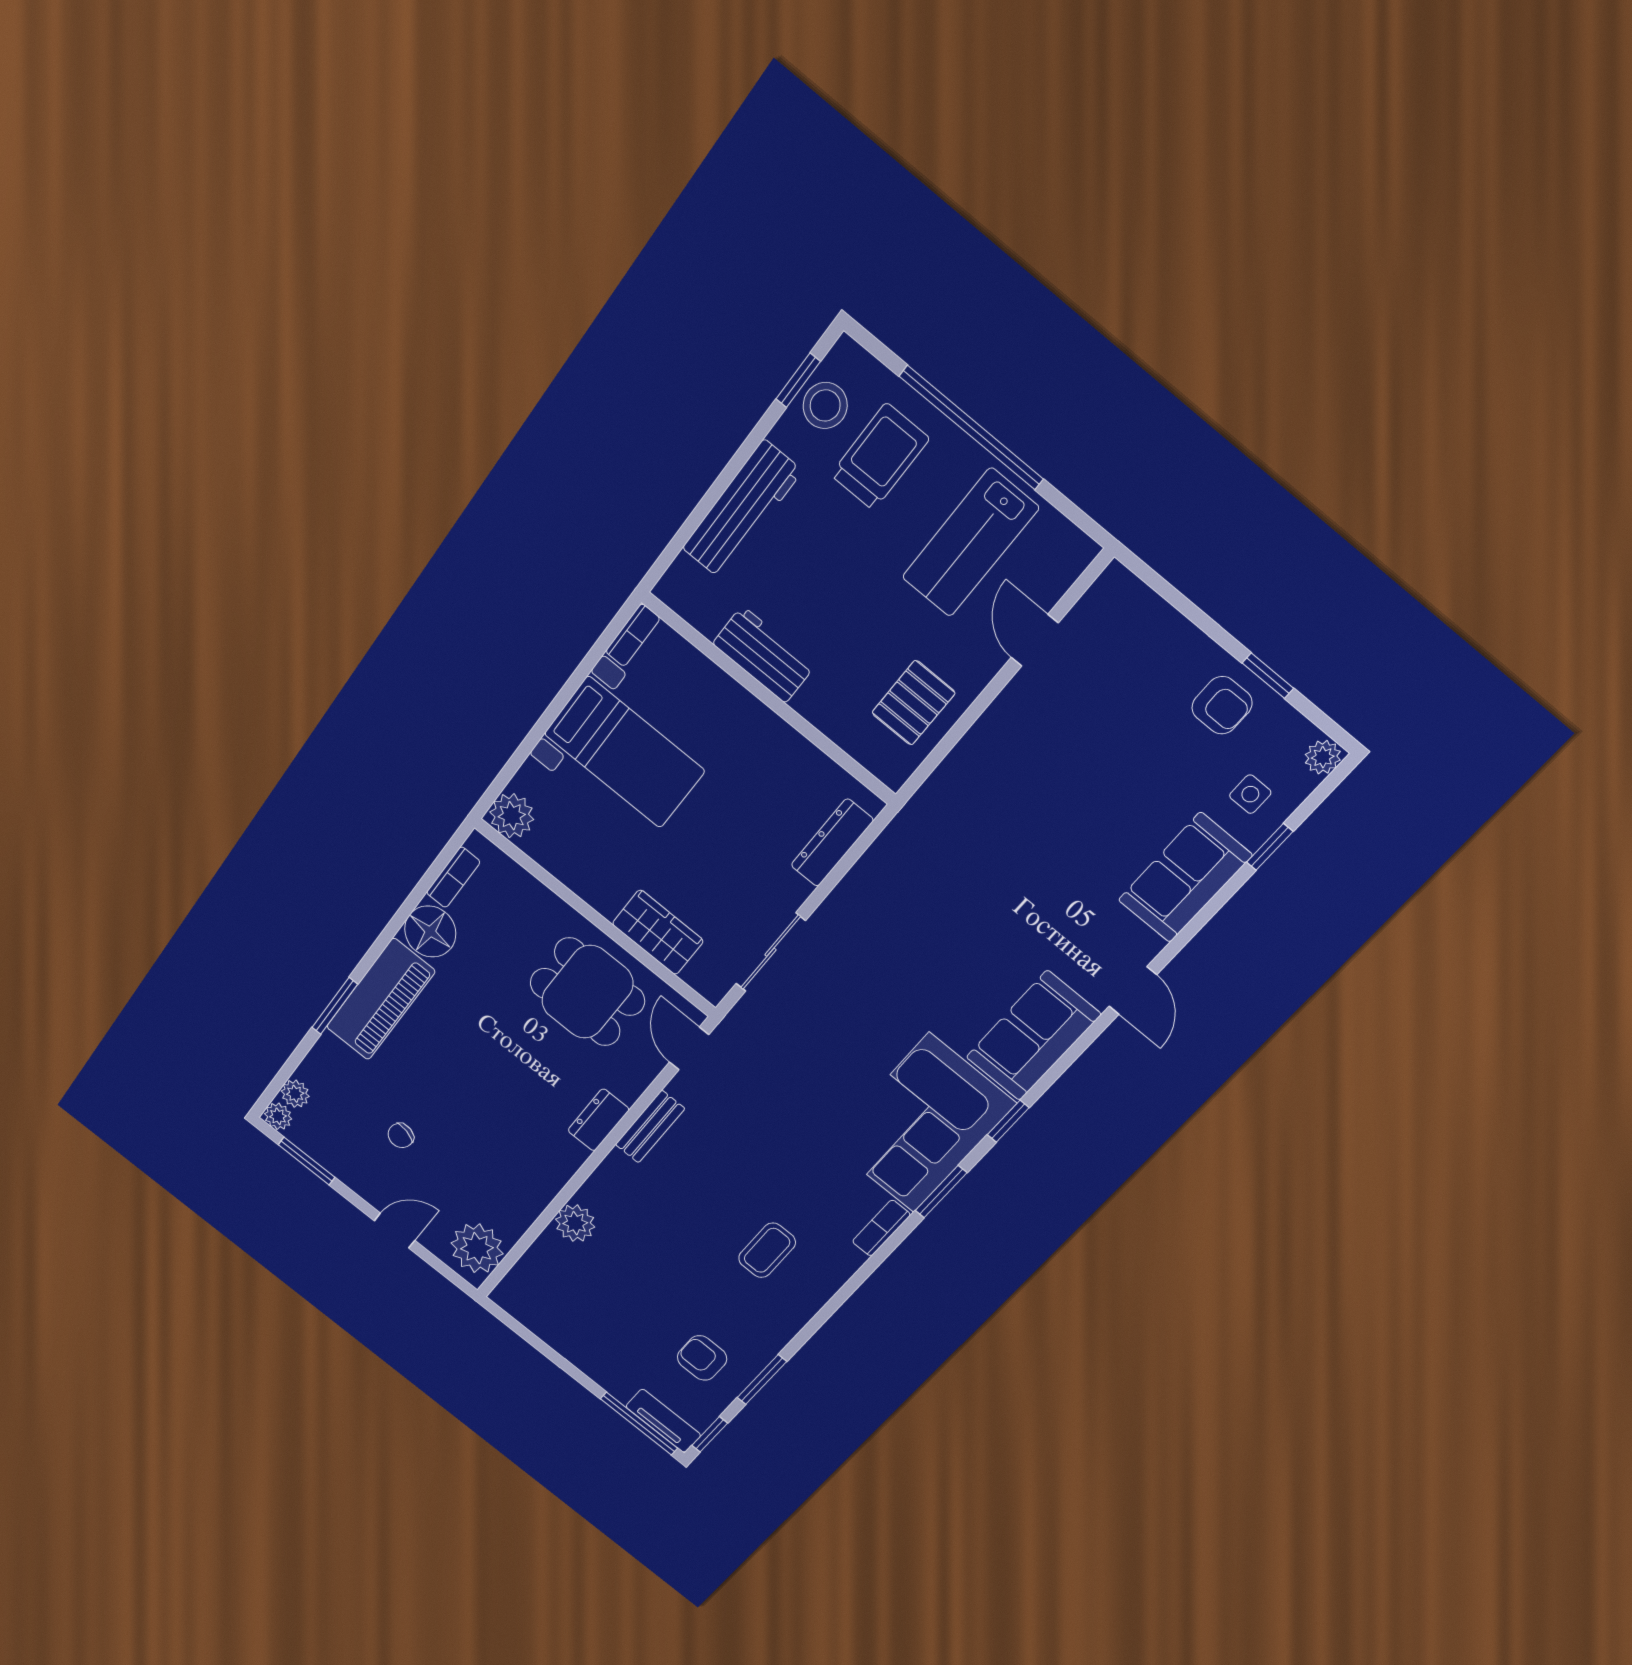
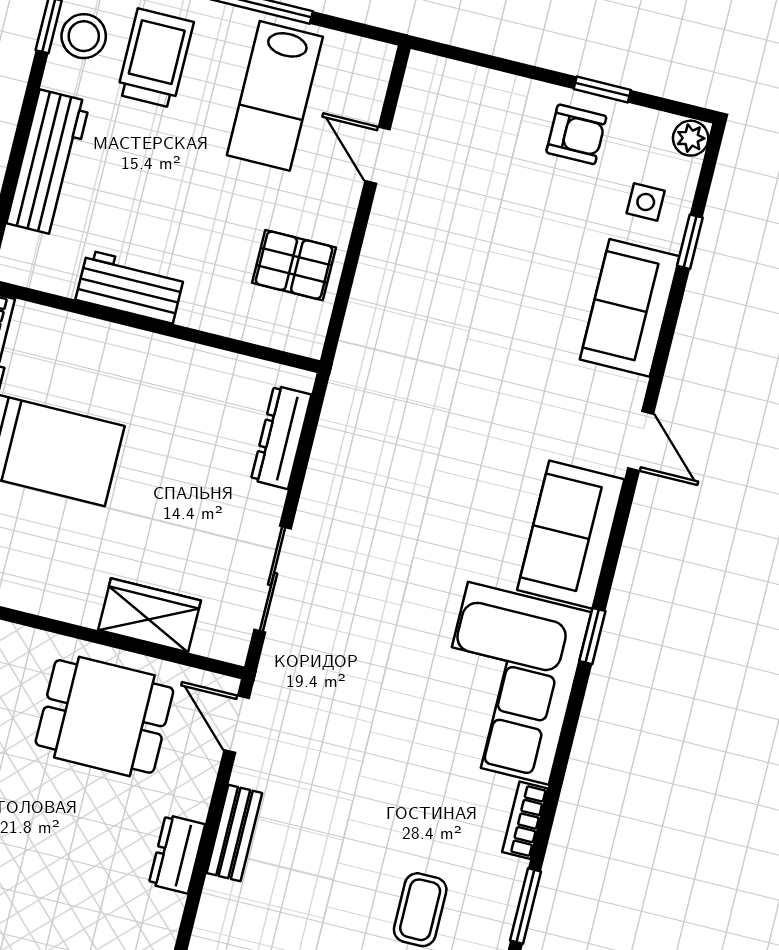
pallet: (913, 703) -> (294, 265), turned 90
window: (941, 1192) -> (525, 906), moved

